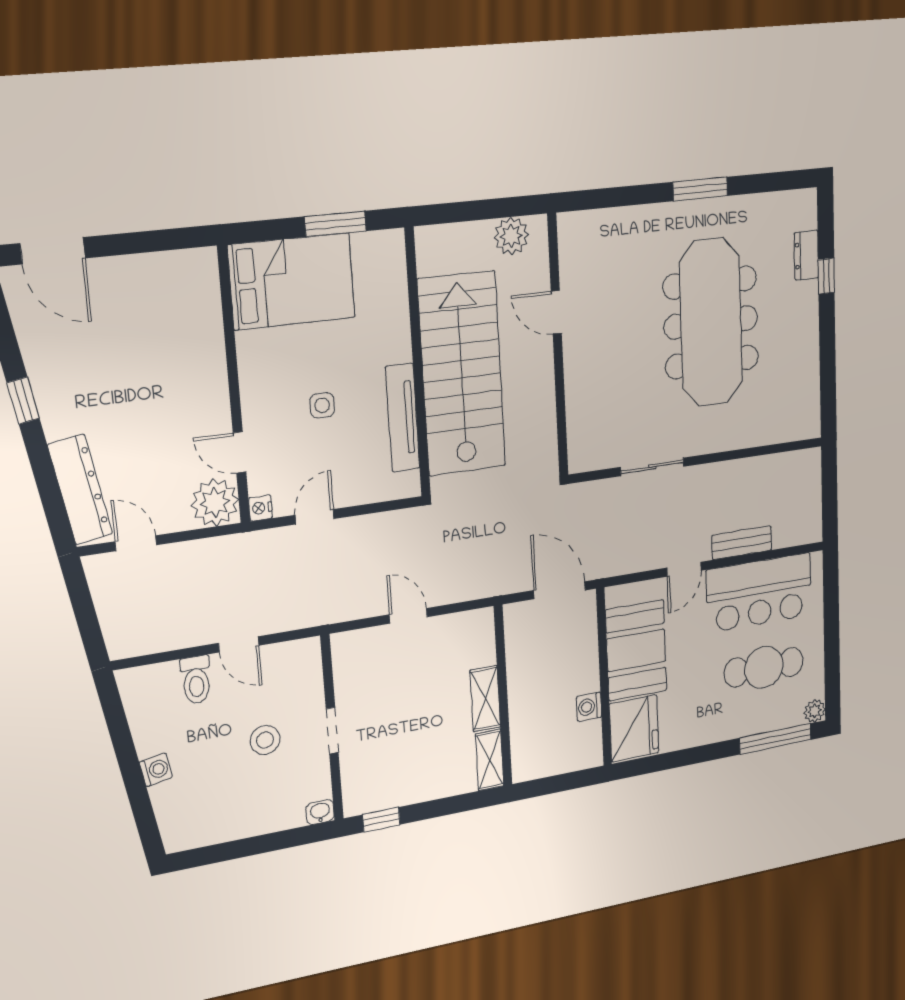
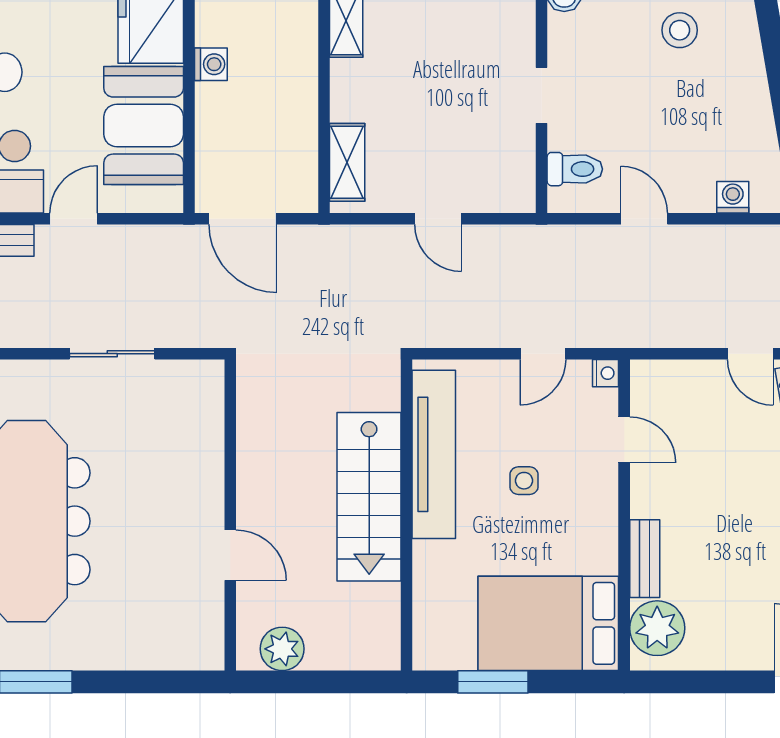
bench: (212, 349) -> (645, 559), added
stairs: (462, 374) -> (369, 497), width x0.73, depth x0.66
tv unit: (403, 418) -> (434, 454), width x1.36, depth x1.29
plant: (215, 502) -> (657, 628), moved
toilet: (196, 680) -> (575, 169), moved, turned 90
shelving: (485, 699) -> (347, 162), moved
stool: (265, 740) -> (680, 30), moved
washing machine: (156, 770) -> (733, 197), moved, turned 100

